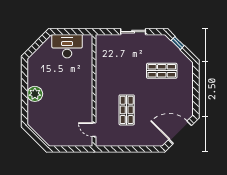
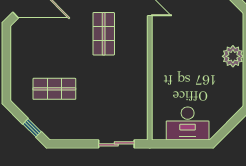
sliding door: (133, 32) -> (116, 144), moved

